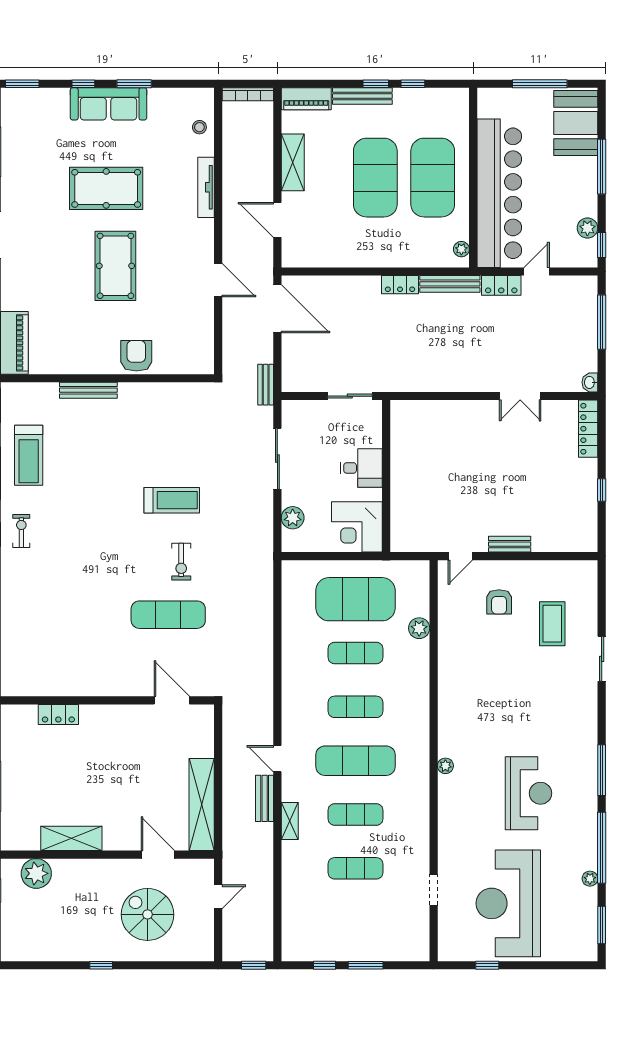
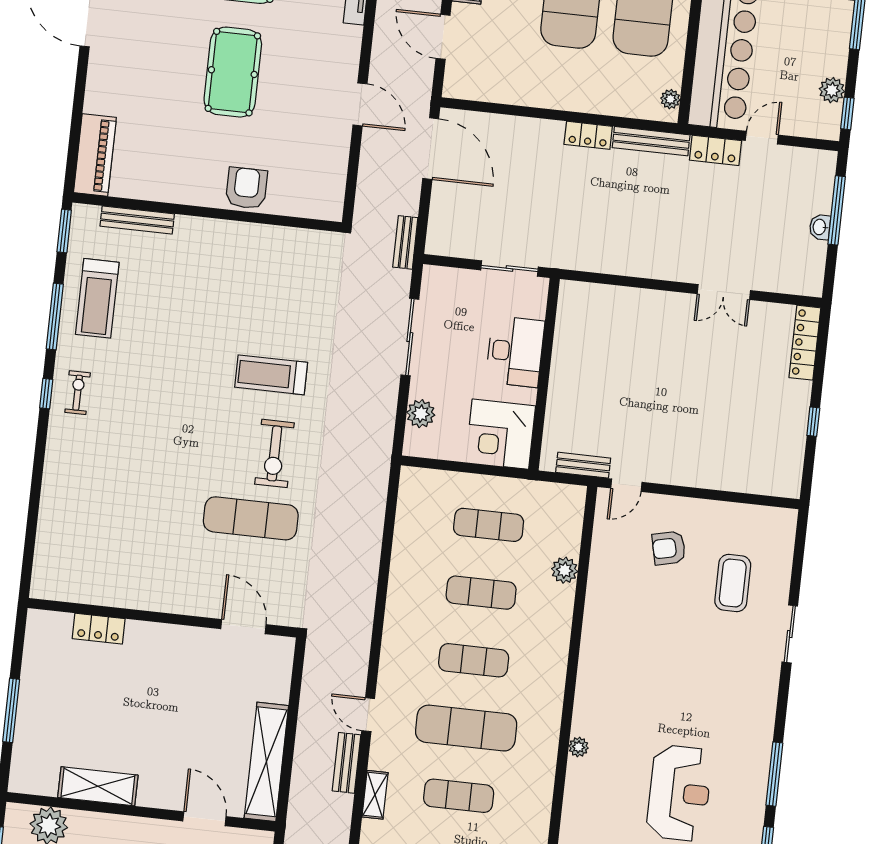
washbasin: (590, 382) -> (820, 227), moved
bench: (88, 390) -> (137, 220), moved
desk: (361, 468) -> (515, 352), width x1.37
treadmill: (172, 500) -> (271, 375), turned 180
bench: (510, 544) -> (583, 465), moved
exercise bike: (181, 562) -> (274, 453), width x1.38, depth x1.39
exercise mat: (356, 599) -> (489, 525), width x0.50, depth x0.69
armchair: (499, 602) -> (669, 548), turned 77

